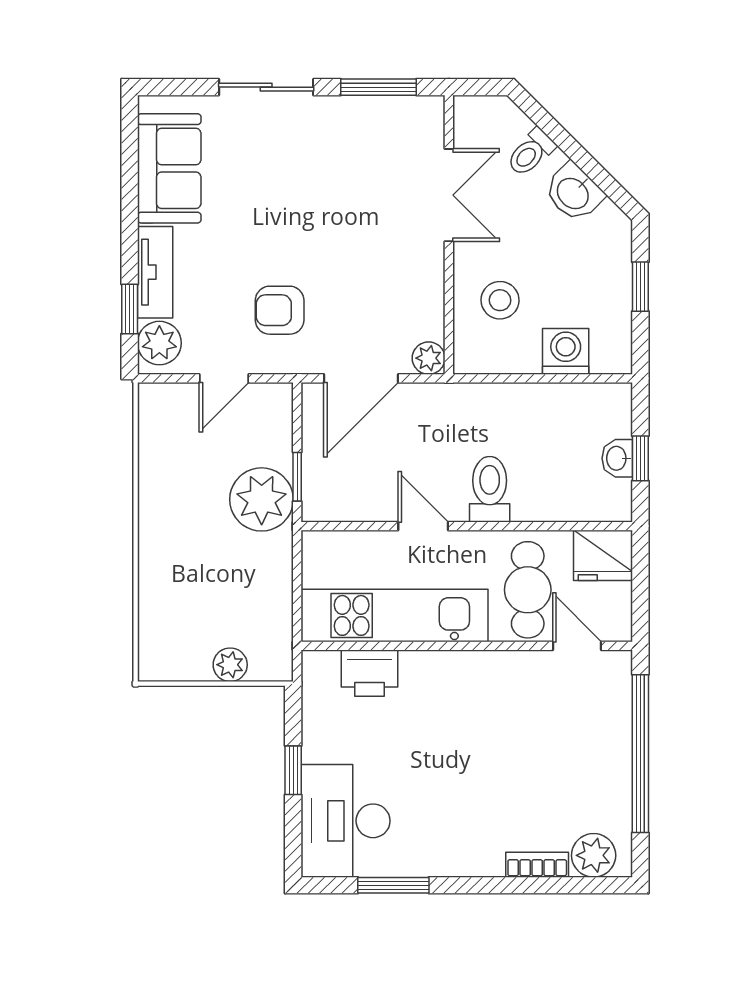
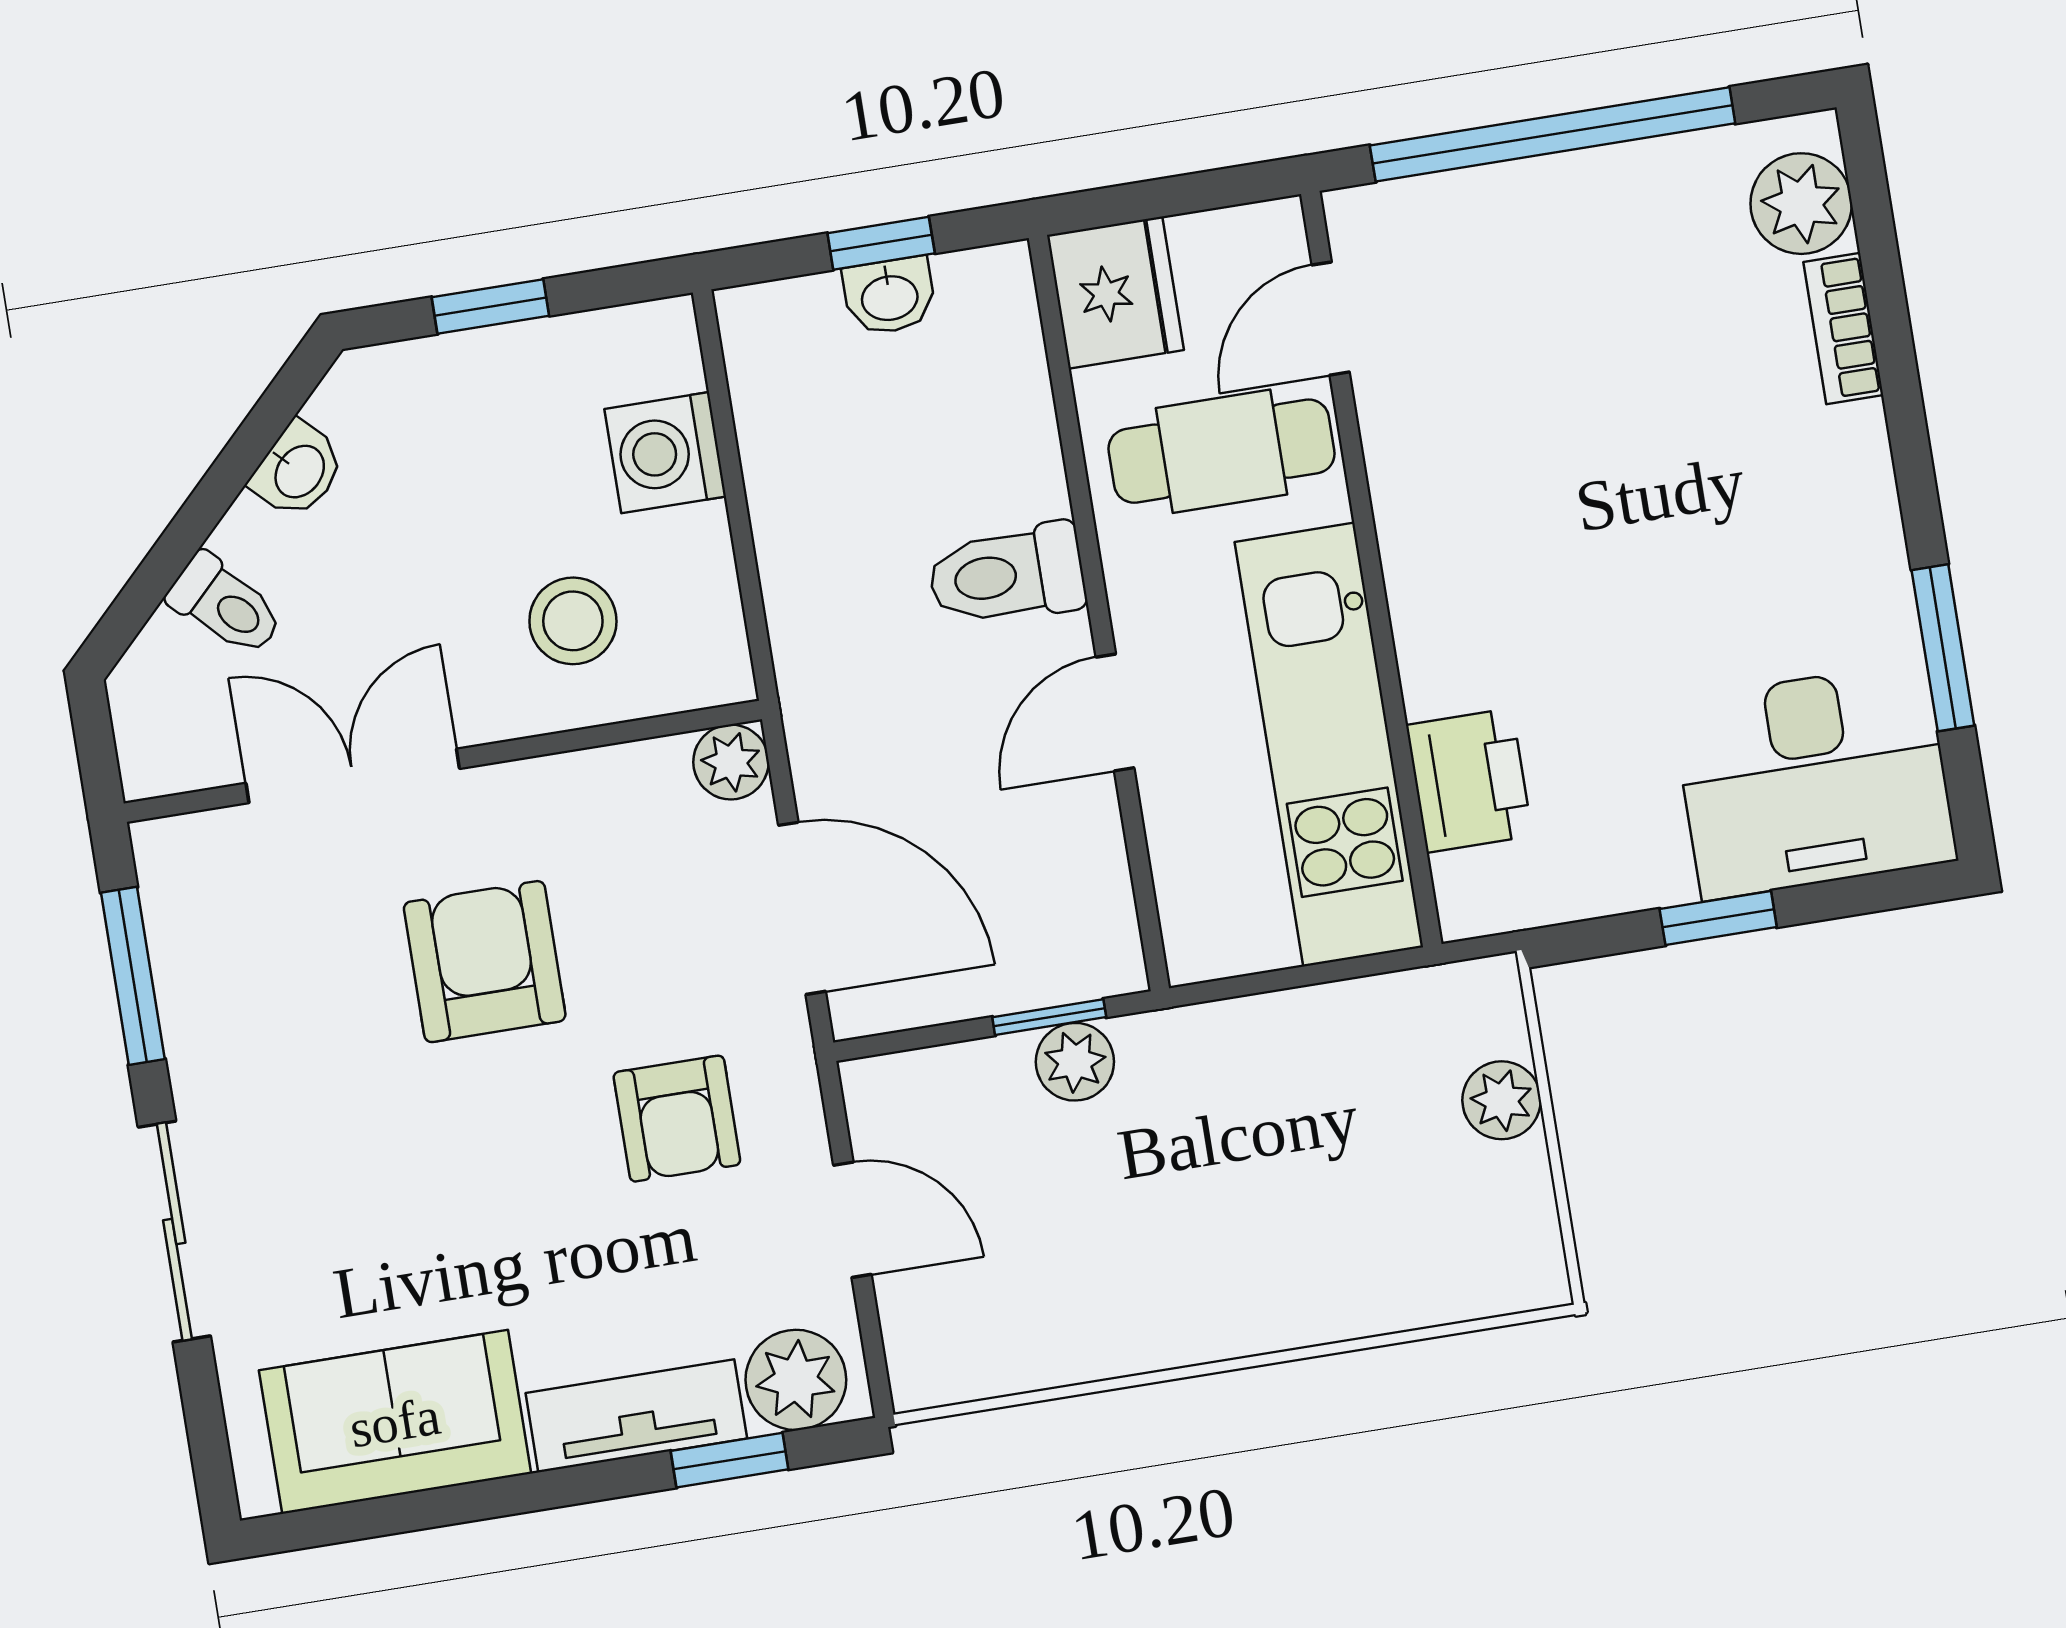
washbasin: (574, 193) -> (298, 470), width x0.72, depth x0.69
armchair: (360, 239) -> (485, 962), added
plant: (262, 499) -> (1075, 1062), width x0.53, depth x0.53

